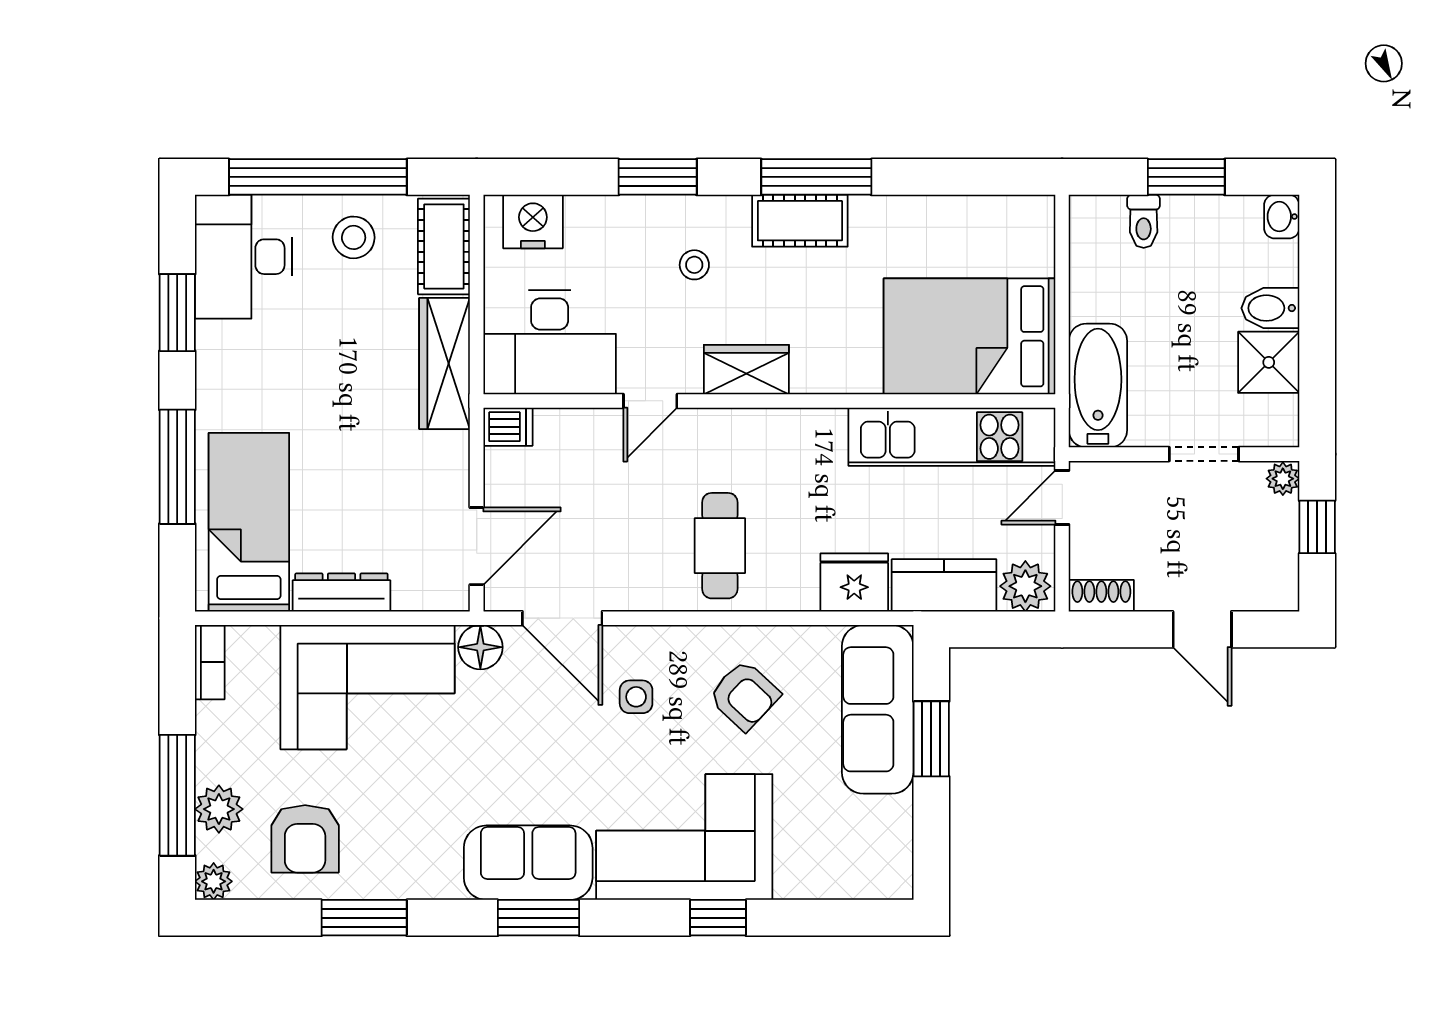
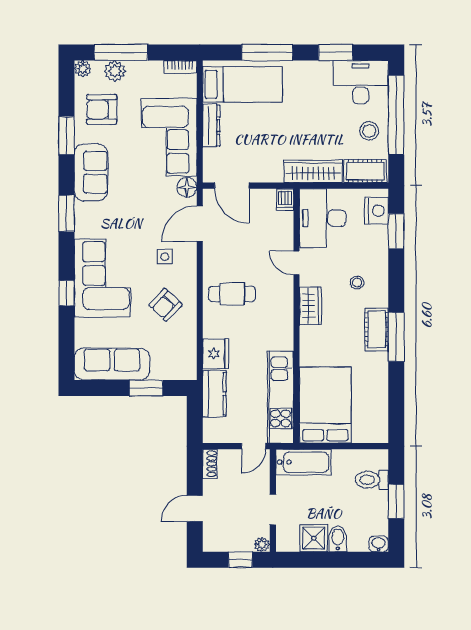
window: (658, 177) -> (396, 231), moved
toilet: (1144, 221) -> (372, 480), width x1.37, depth x1.39
door: (1062, 497) -> (254, 446), swing flipped
plant: (1025, 586) -> (214, 430), removed
sofa: (878, 709) -> (112, 364), moved
sofa: (528, 863) -> (91, 172), moved

